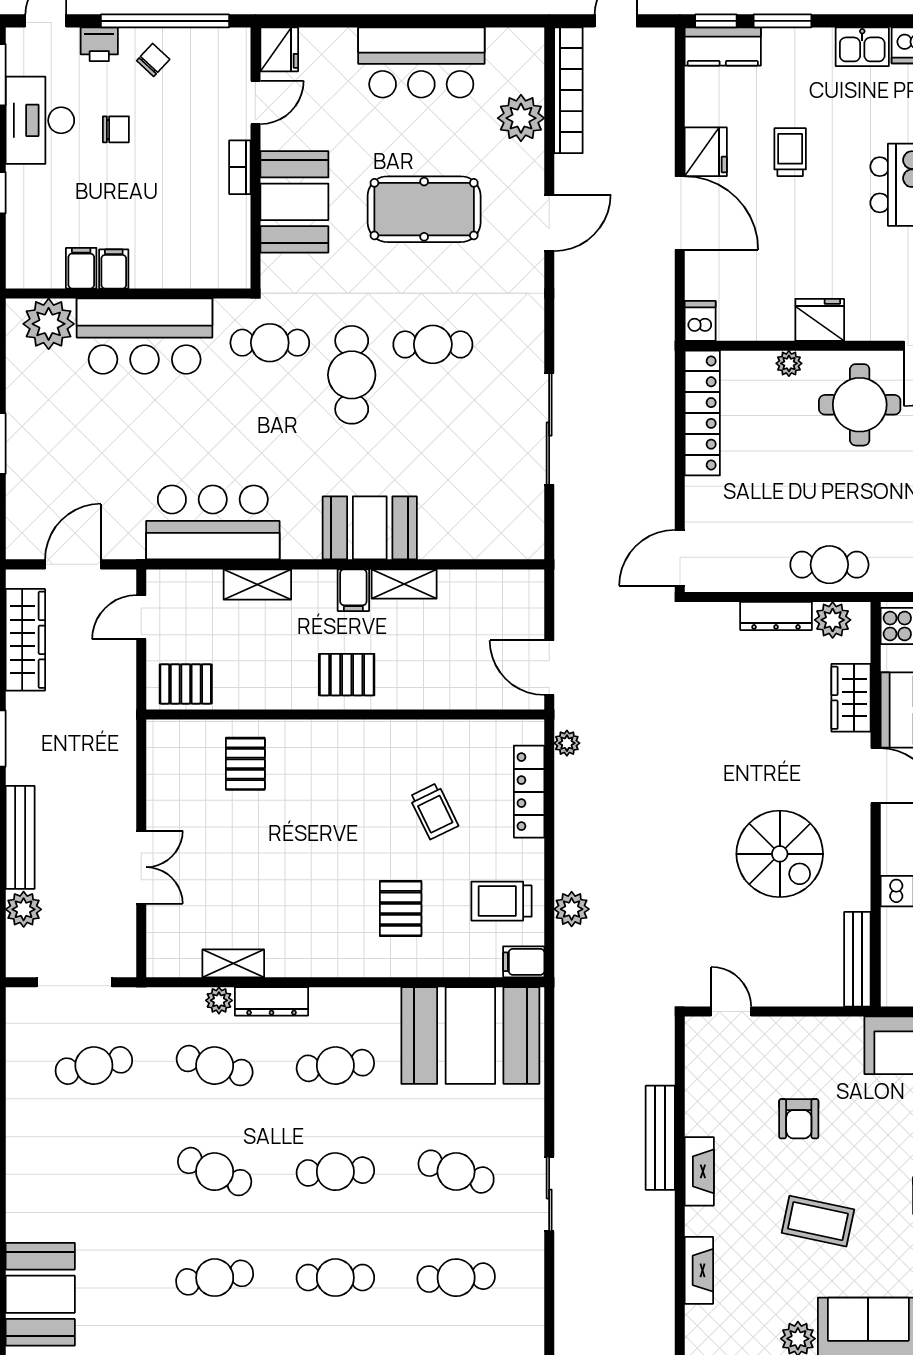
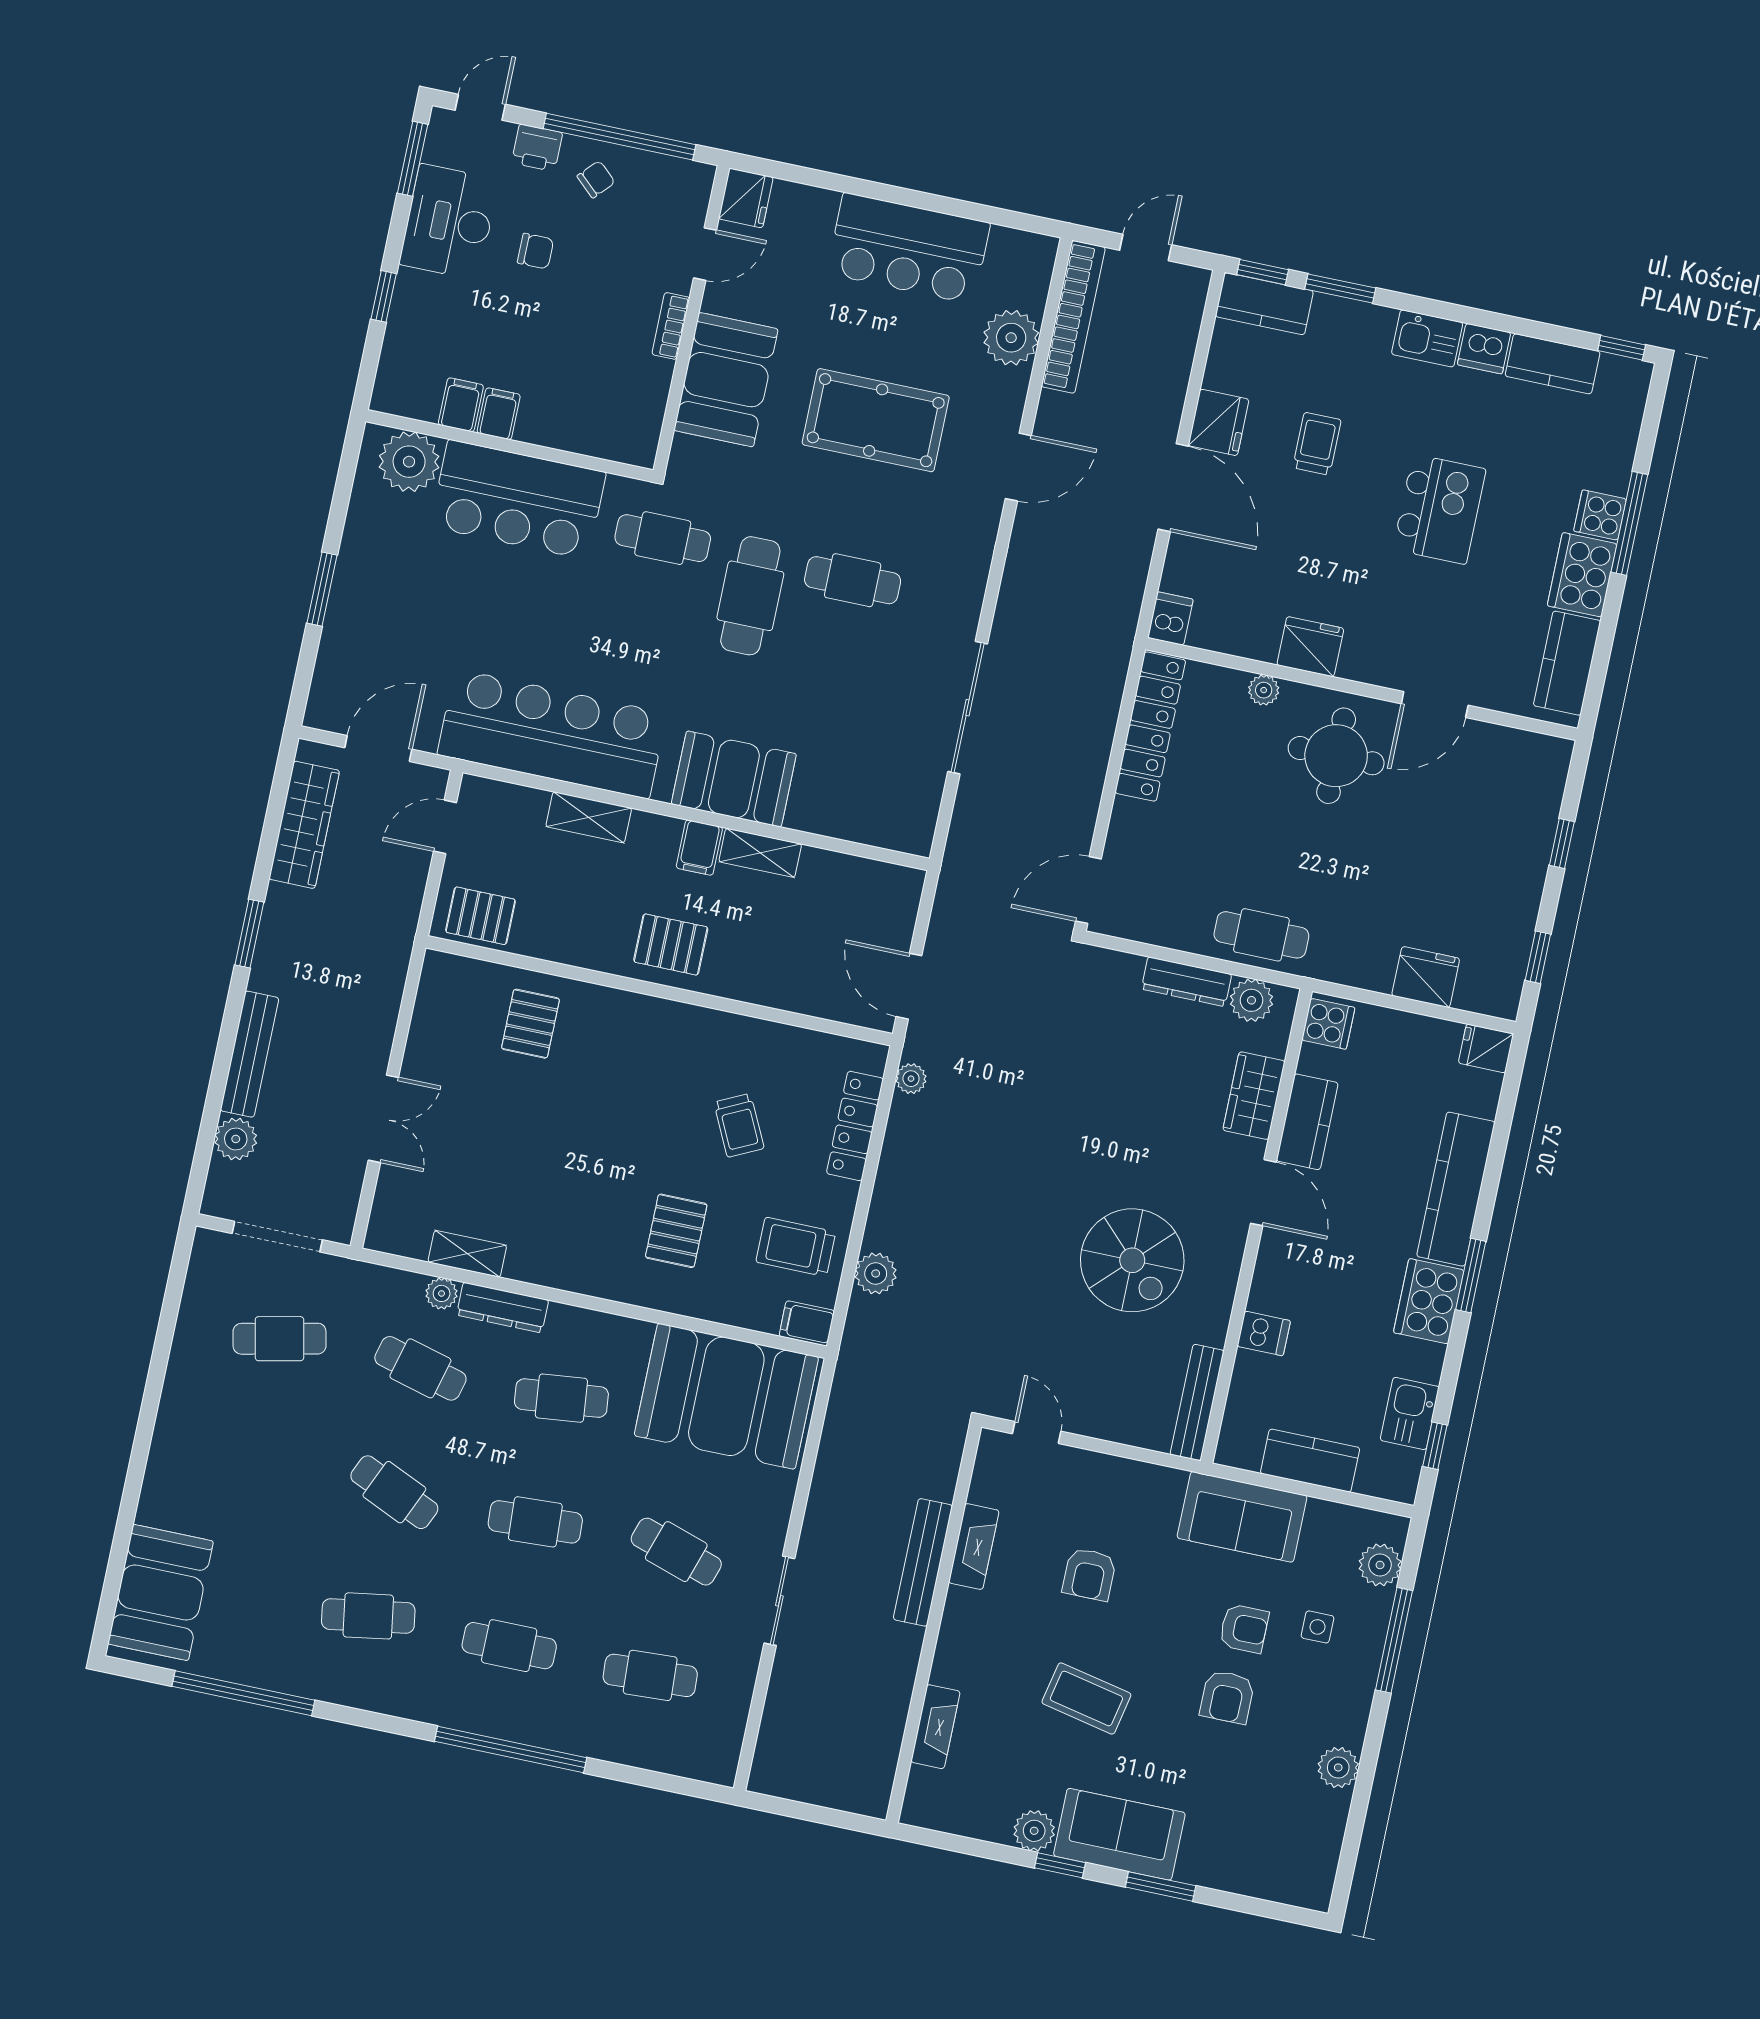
bar counter: (213, 522) -> (552, 734), width x1.36
fireplace: (699, 1171) -> (974, 1547), moved

